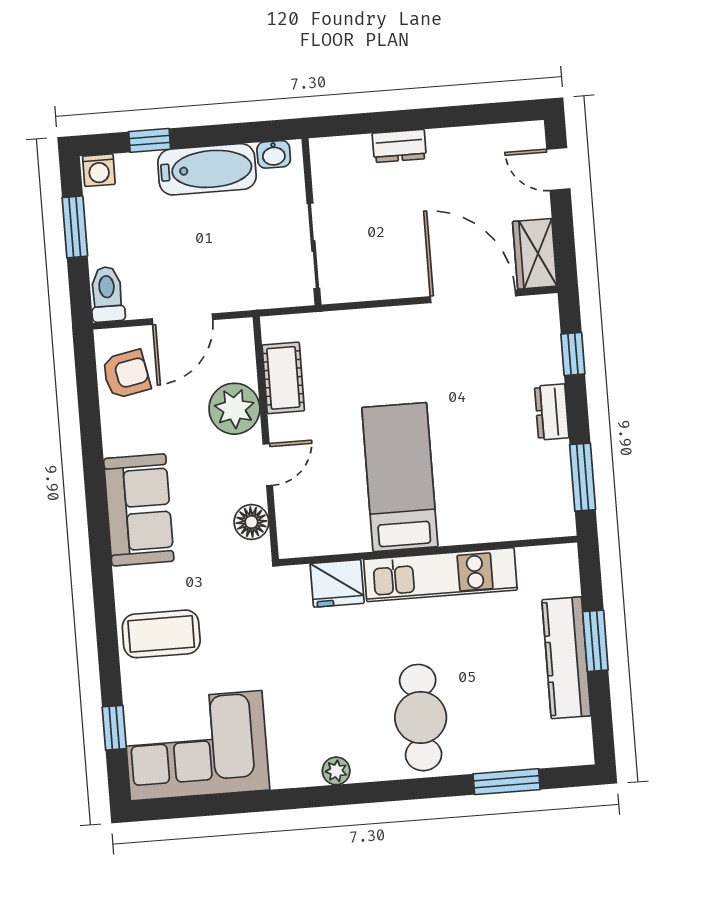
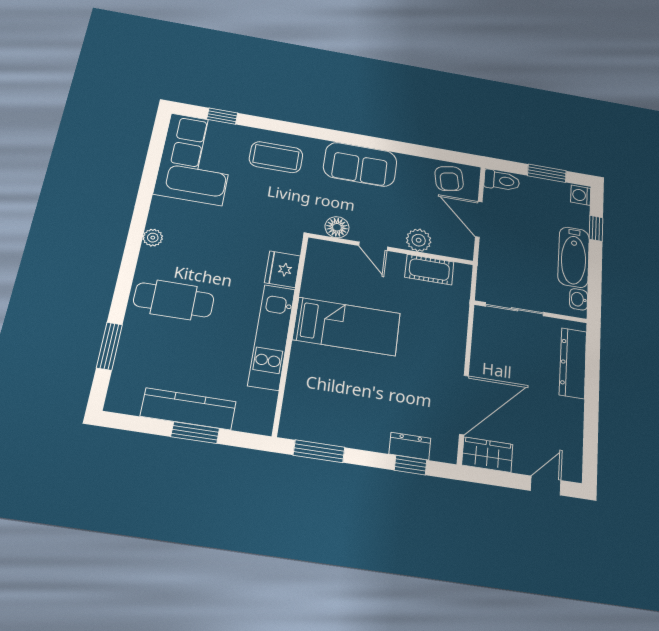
dresser: (399, 146) -> (573, 363), width x1.96, depth x1.24
plant: (234, 409) -> (419, 240), width x0.73, depth x0.73
dresser: (552, 412) -> (410, 446), moved
coffee table: (161, 634) -> (276, 157), turned 90

